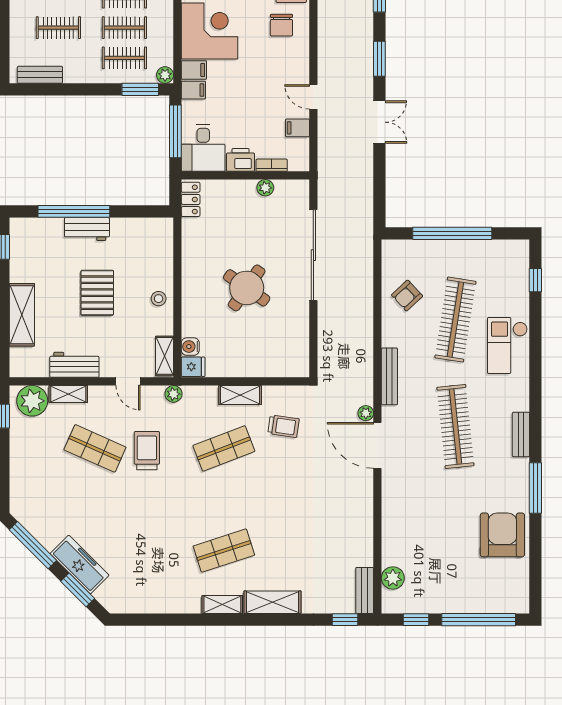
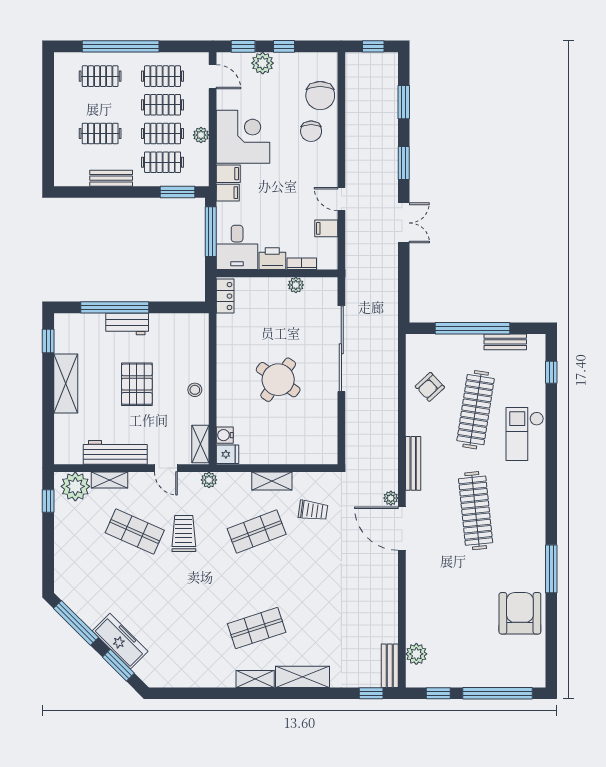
bench: (40, 75) -> (111, 178), moved
plant: (165, 75) -> (201, 135), moved
shelving: (22, 315) -> (66, 383), moved
workbench: (74, 365) -> (115, 452), width x1.38
bench: (521, 434) -> (505, 342), moved, turned 90

